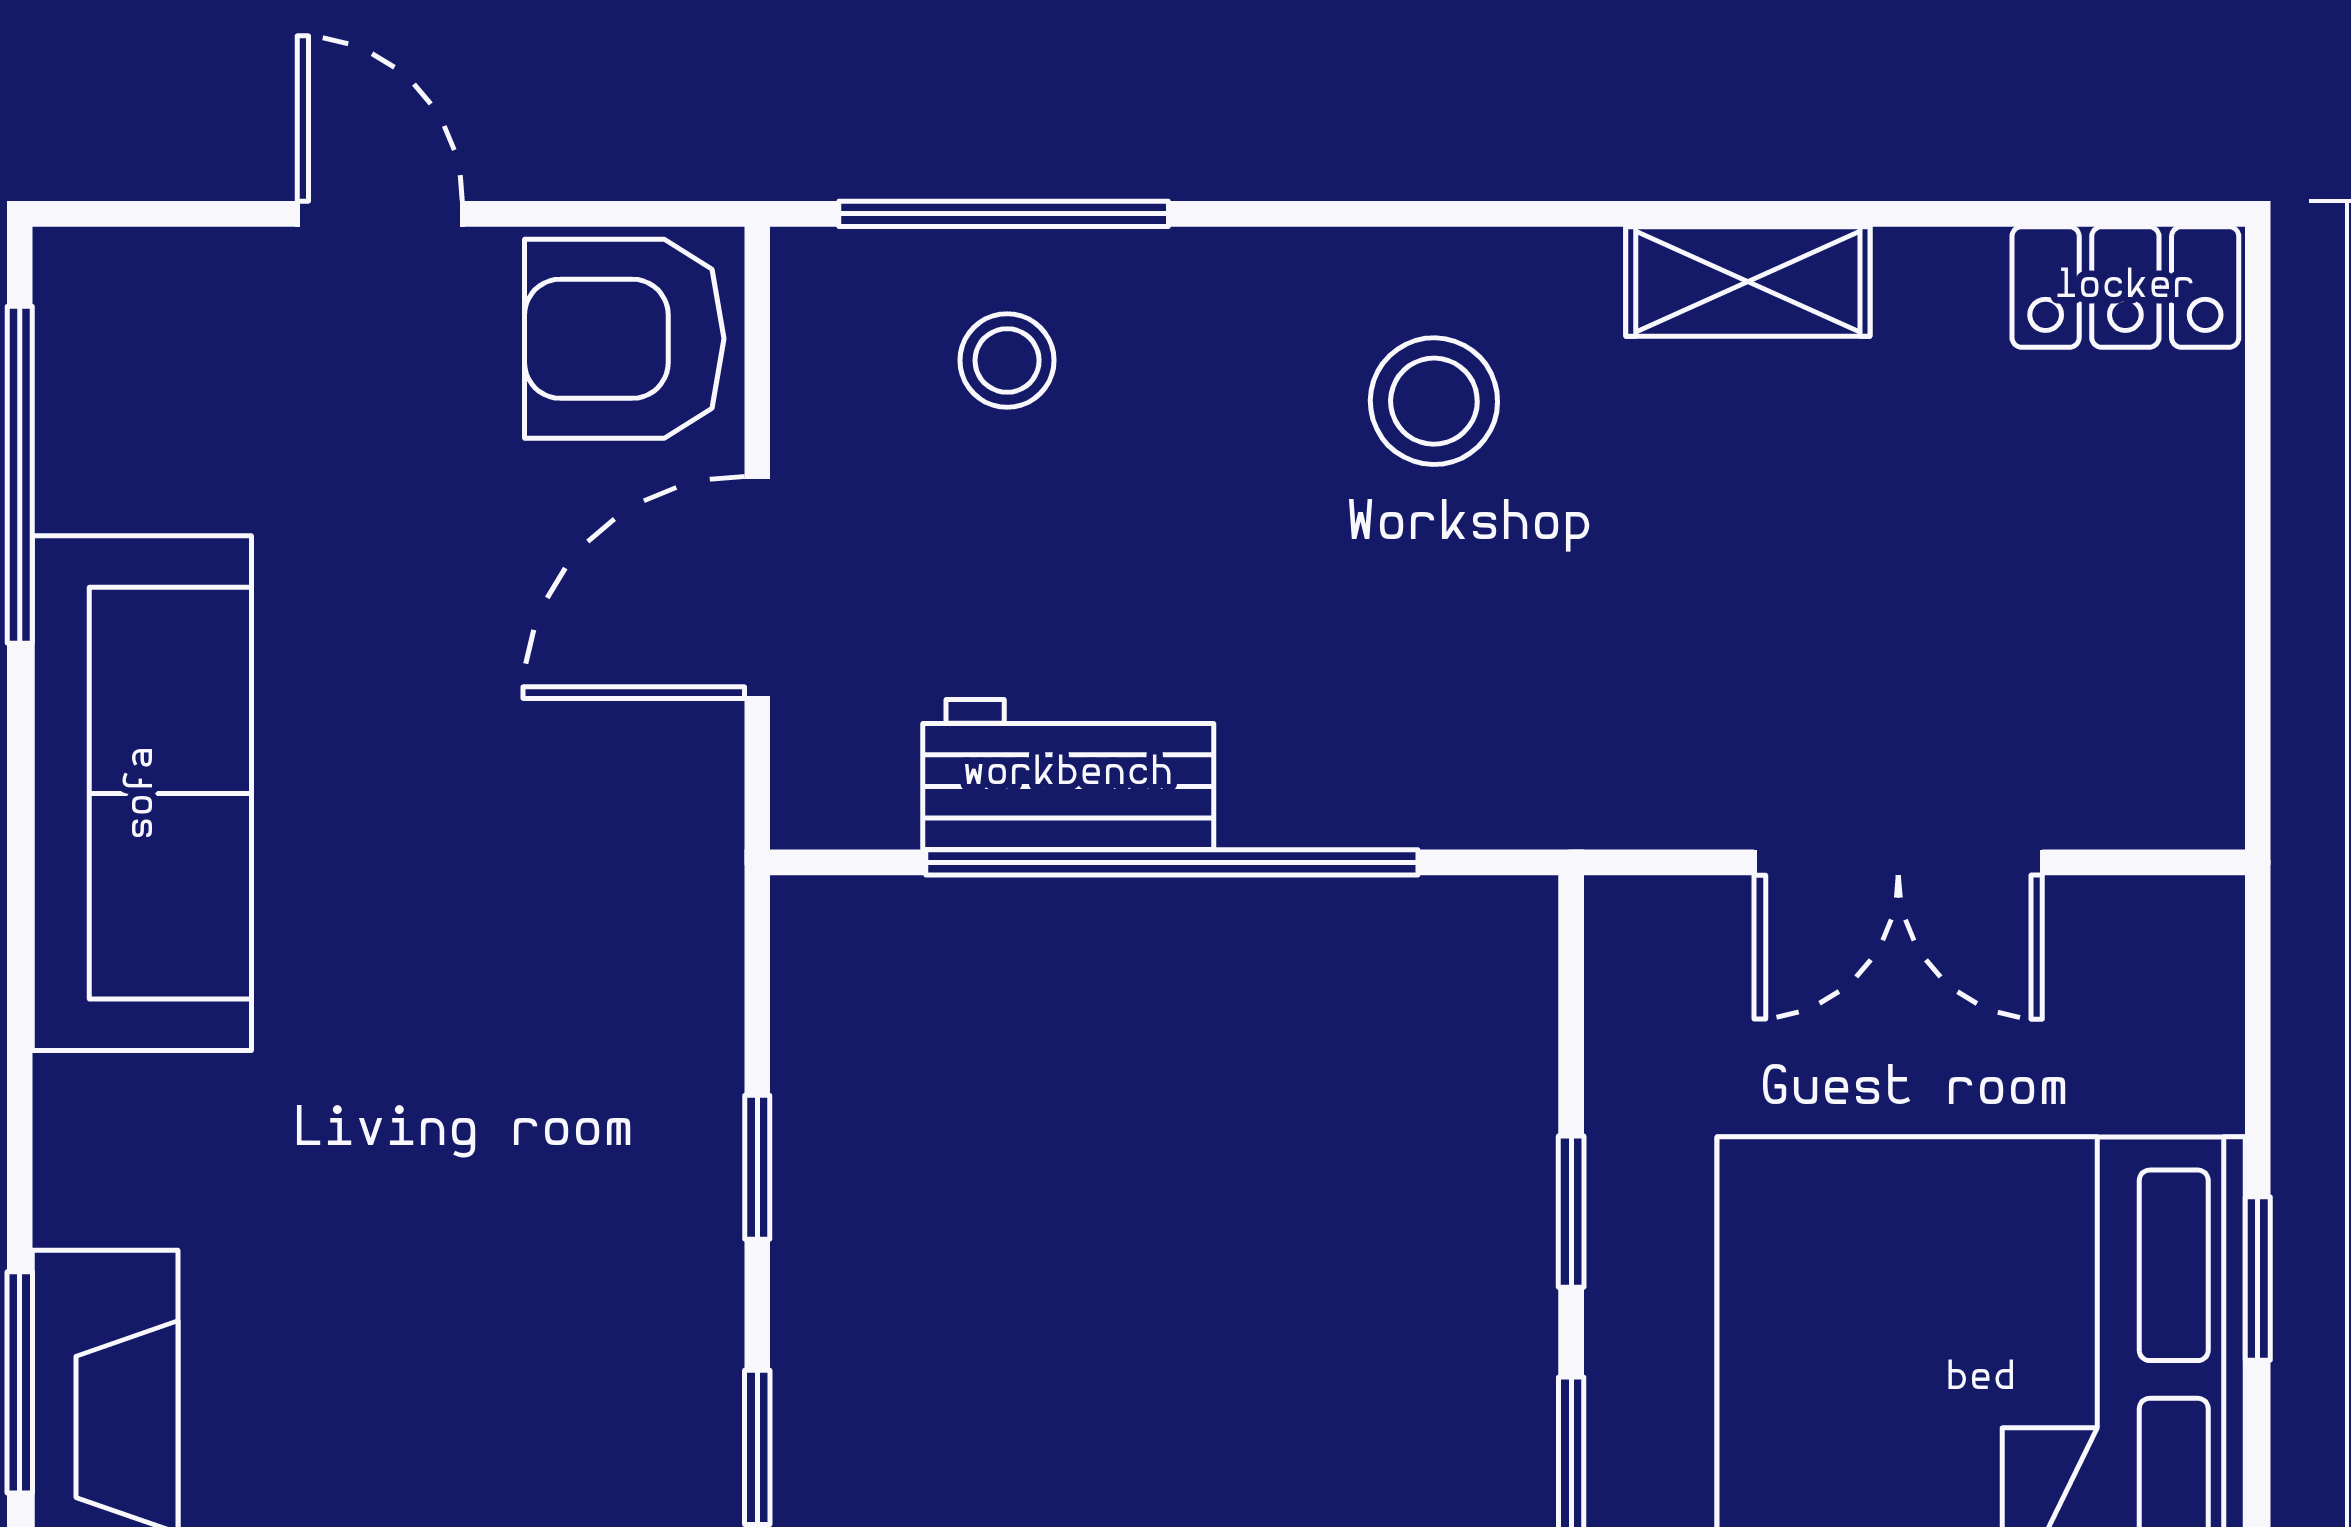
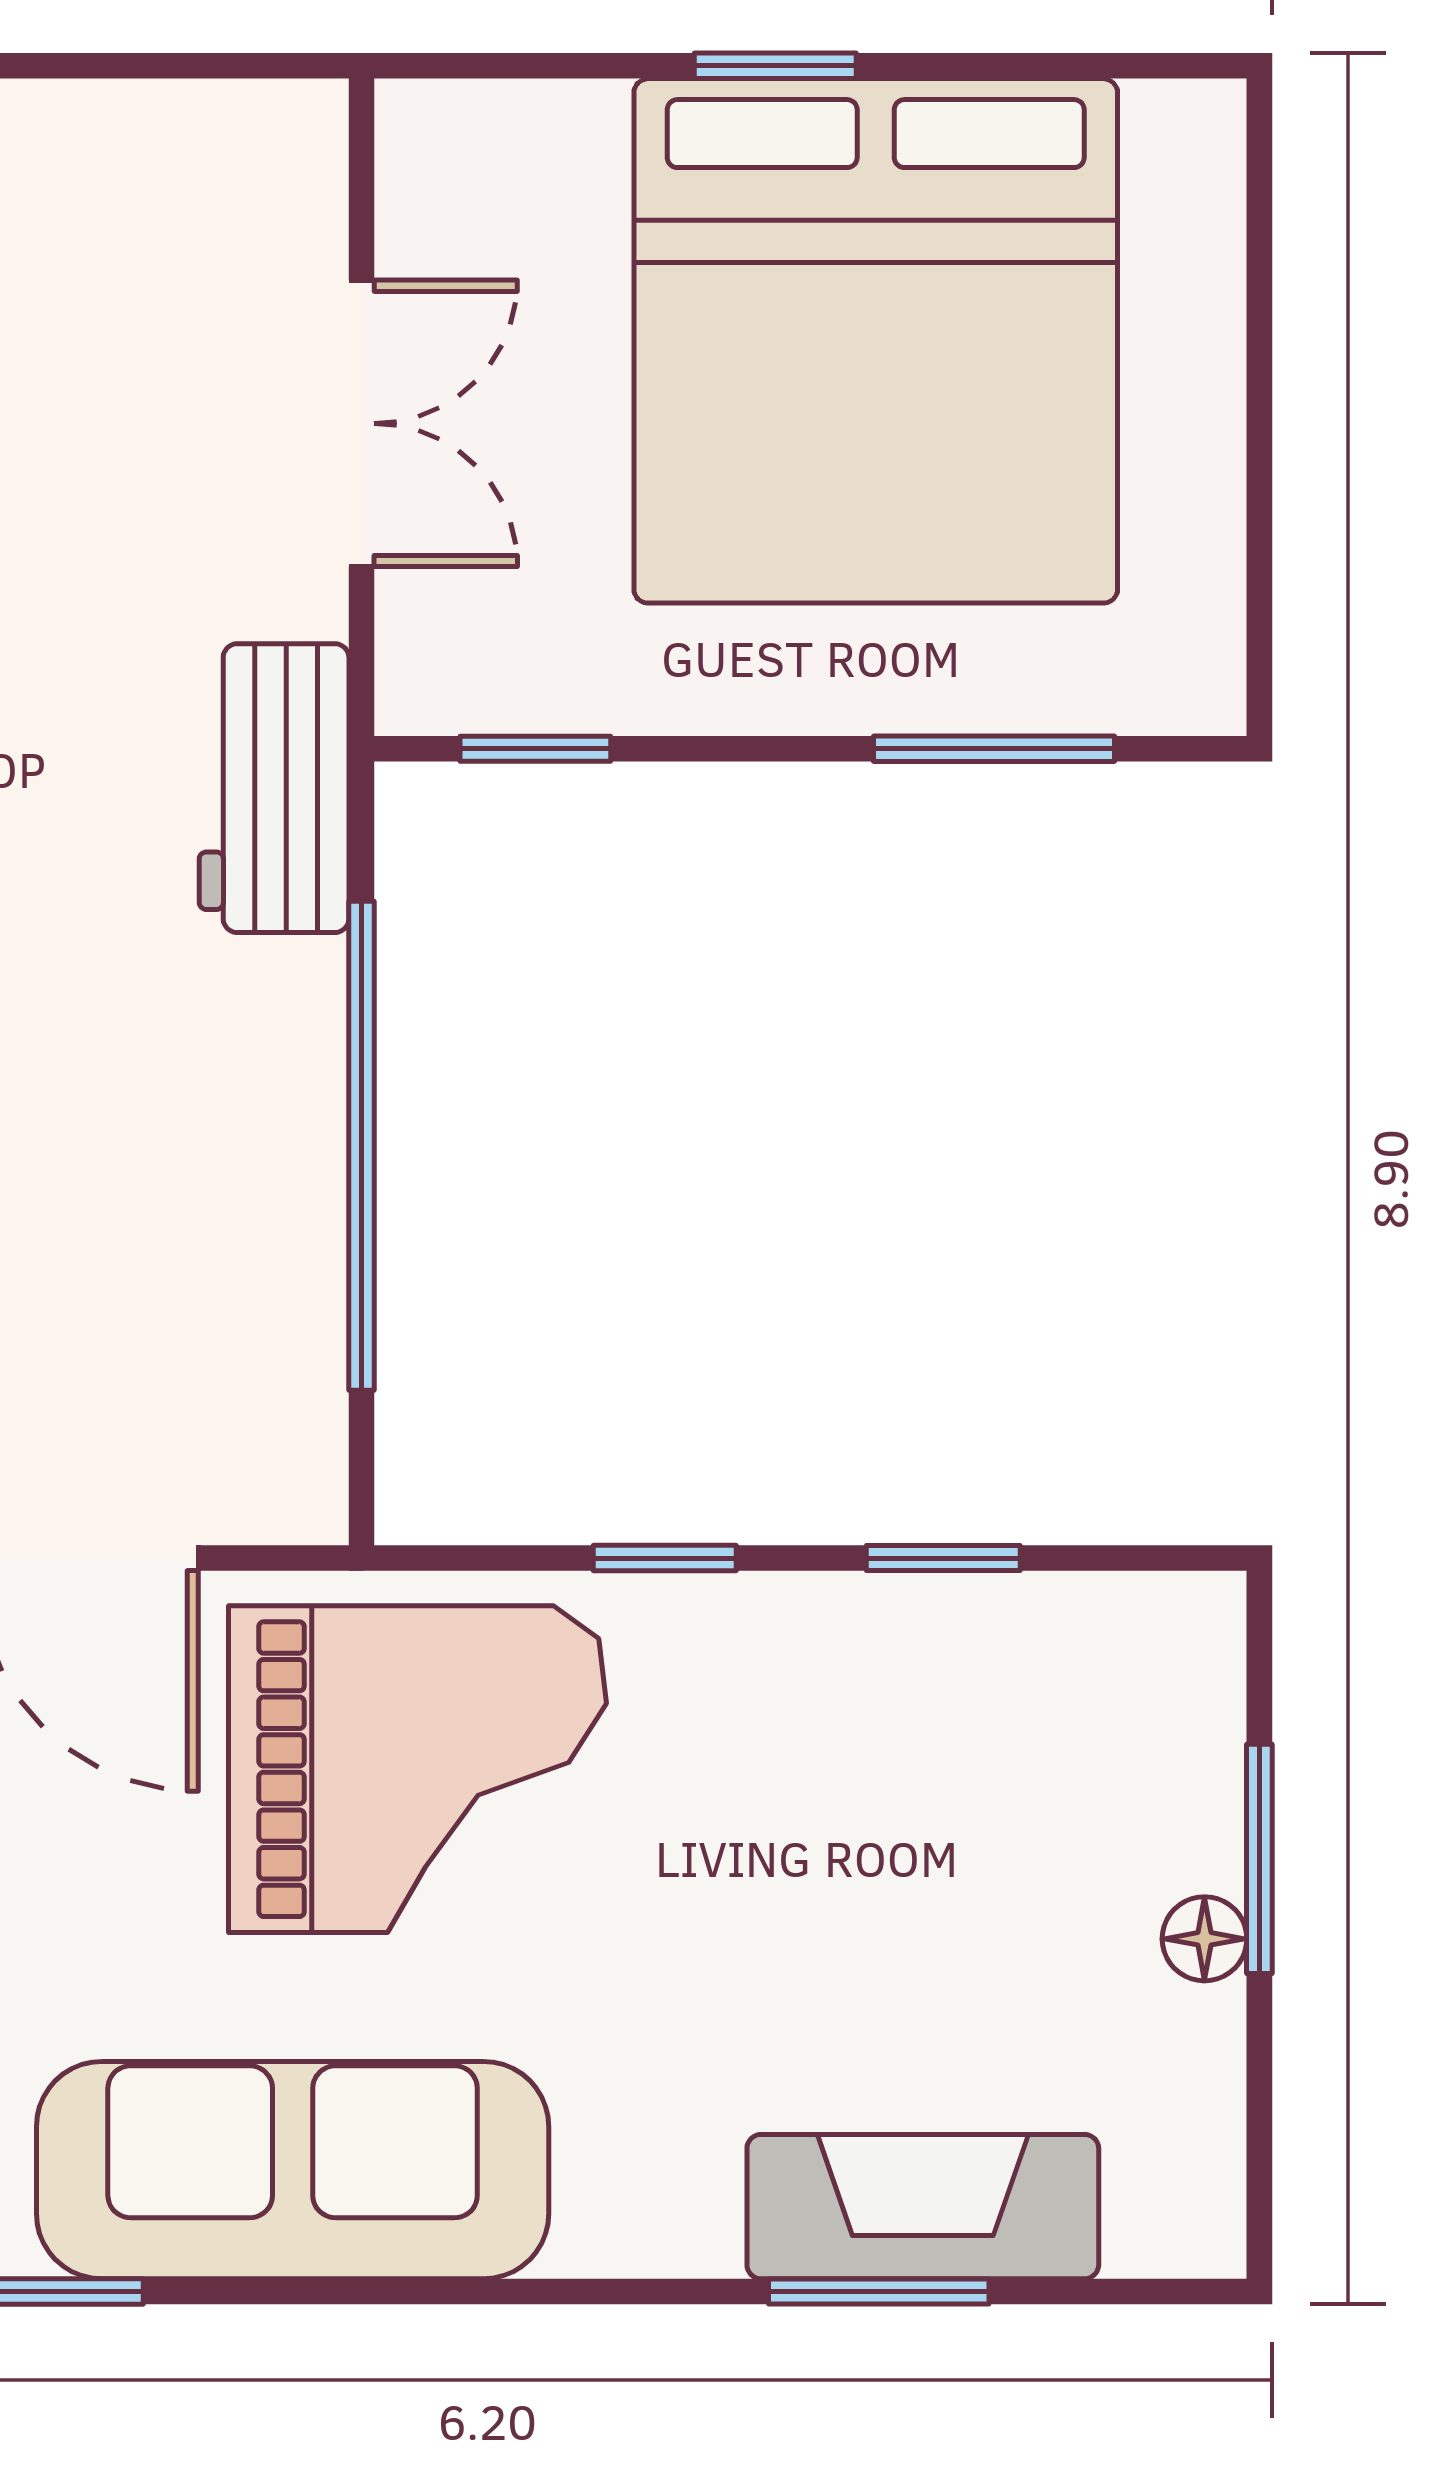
workbench: (1068, 774) -> (274, 788), moved
grand piano: (545, 919) -> (417, 1769), added
window: (1571, 1212) -> (535, 749), moved

